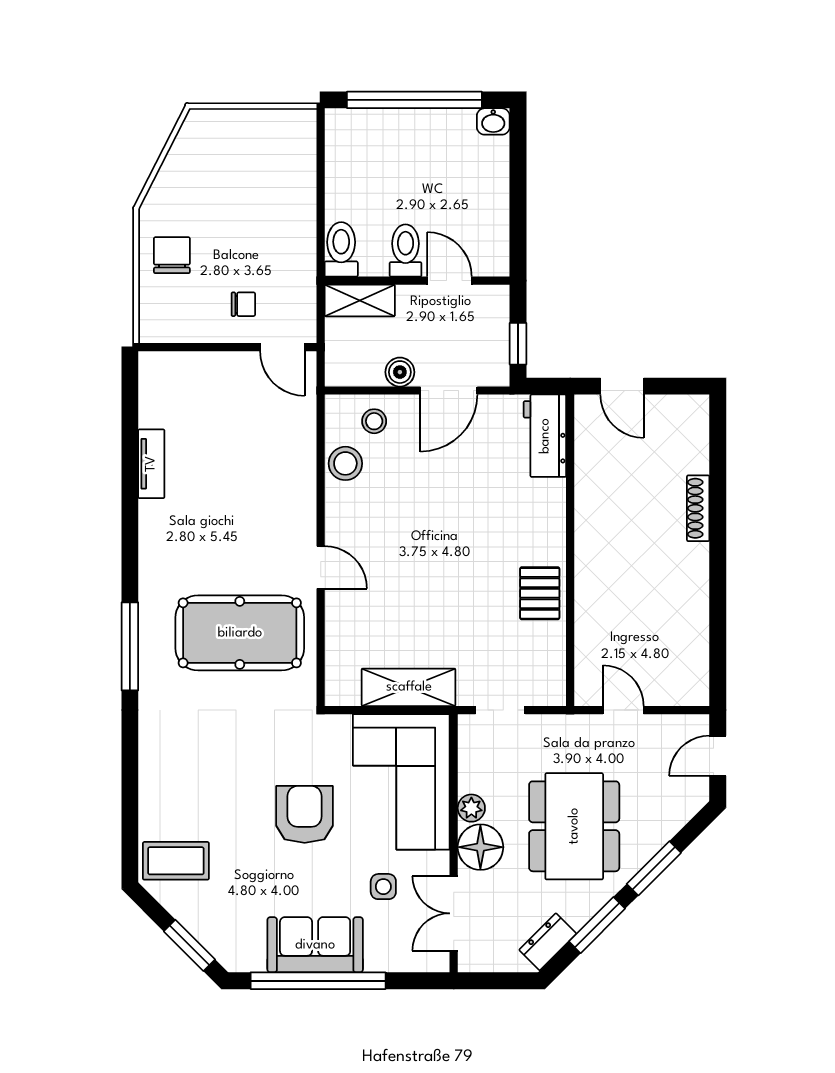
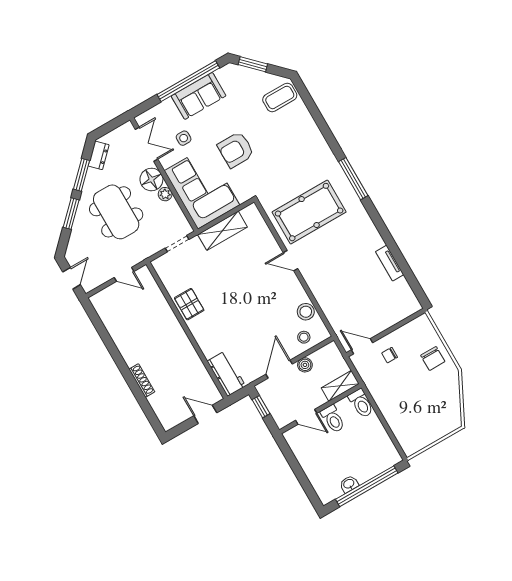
washbasin: (493, 121) -> (349, 484), moved
armchair: (305, 814) -> (236, 150), turned 90

